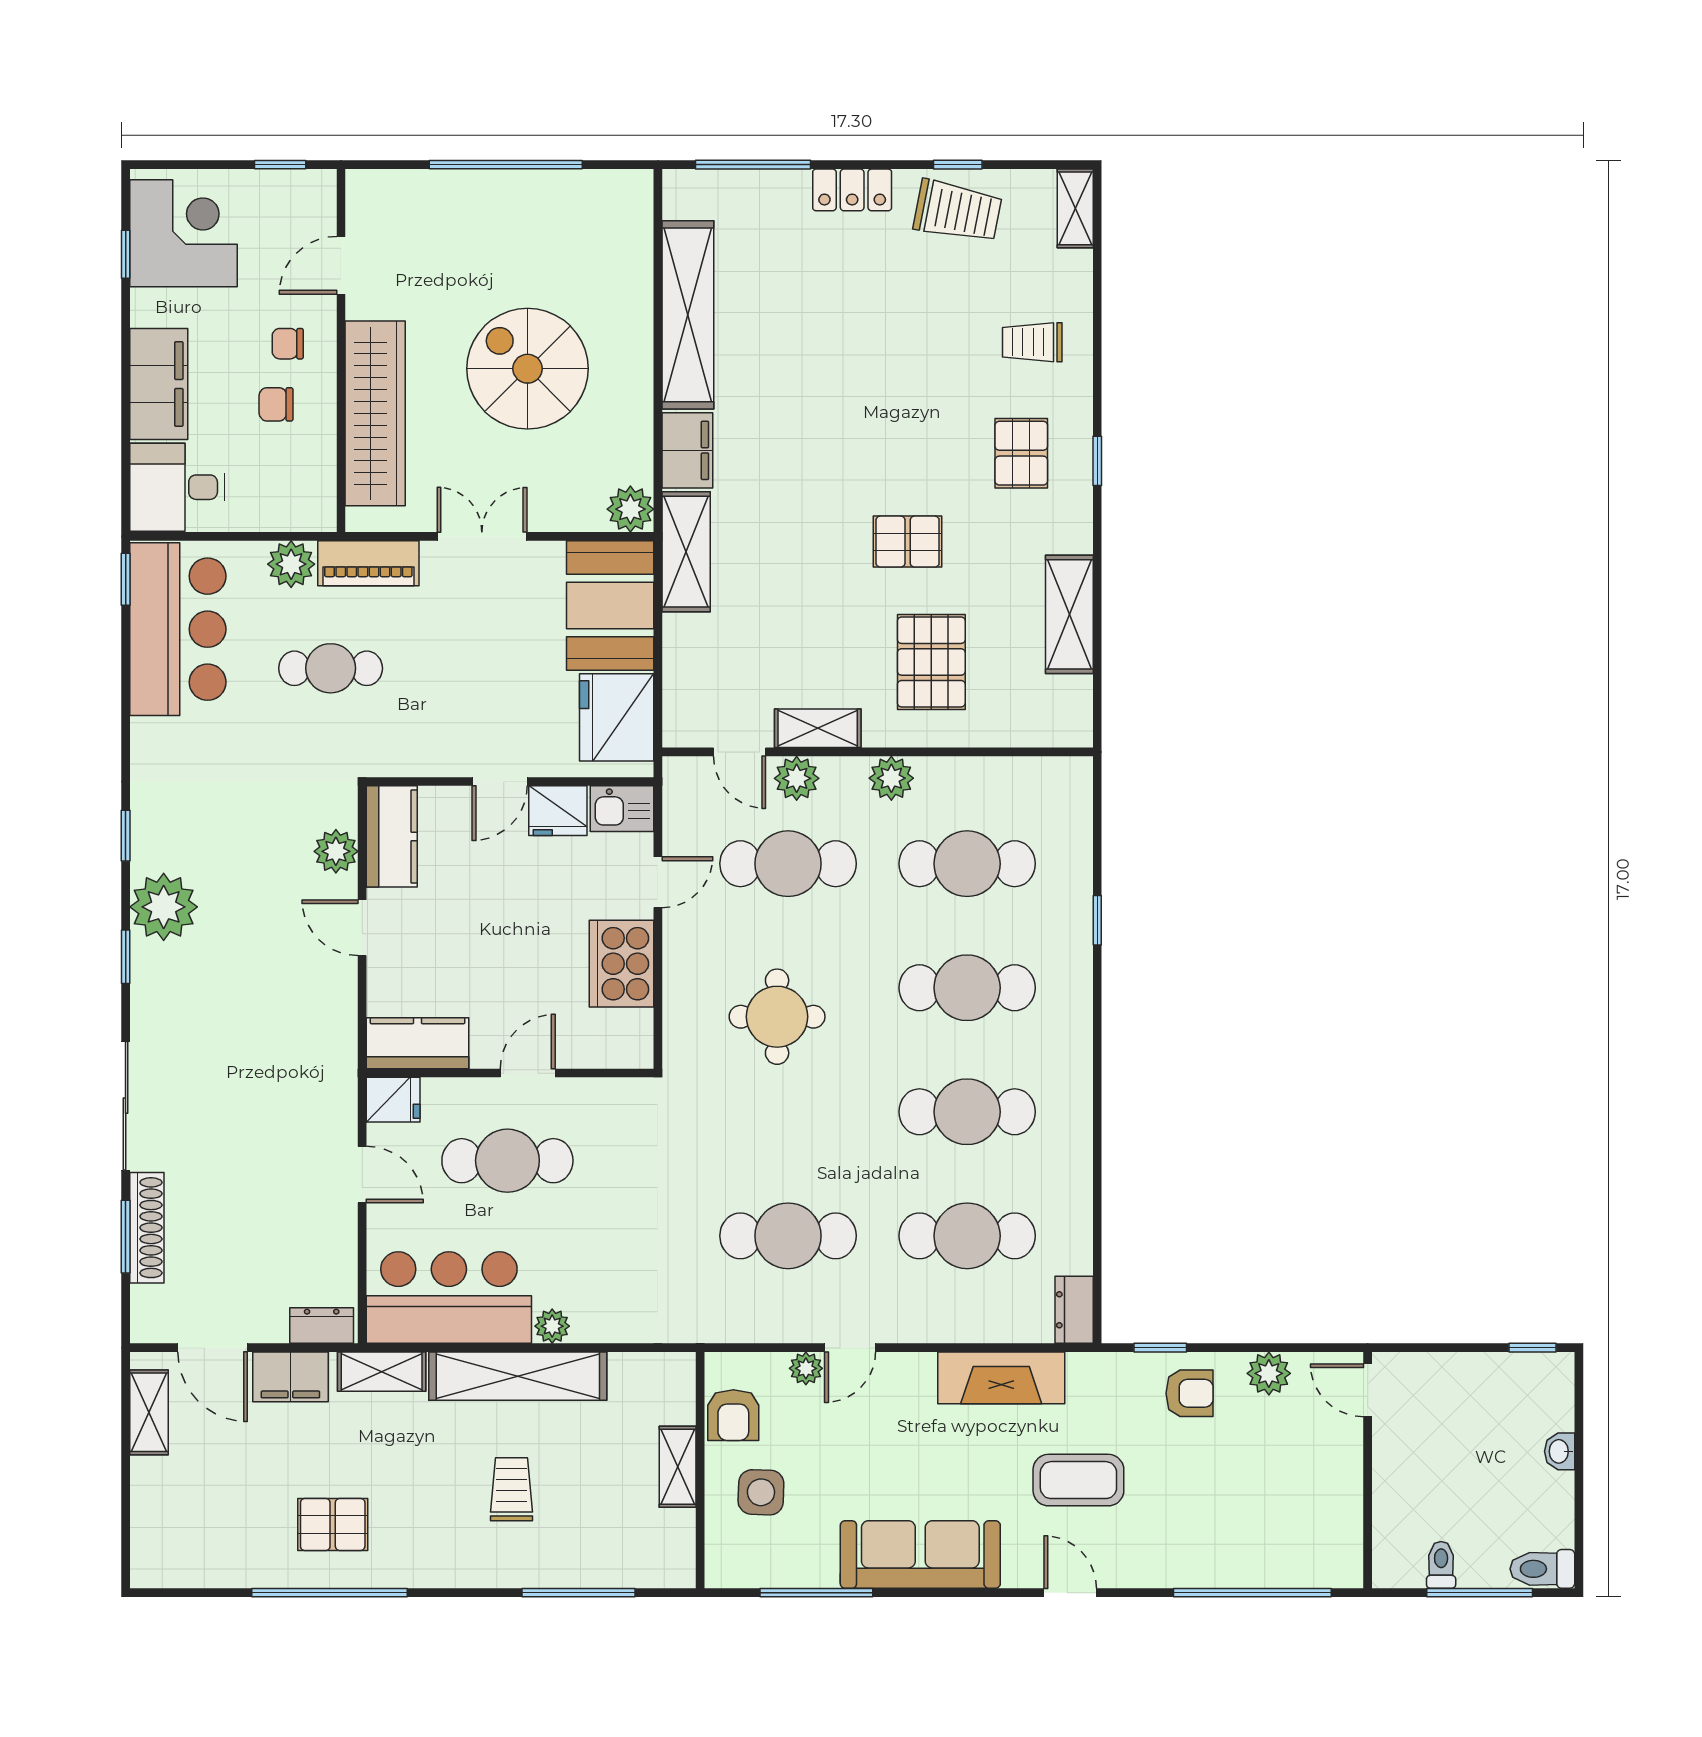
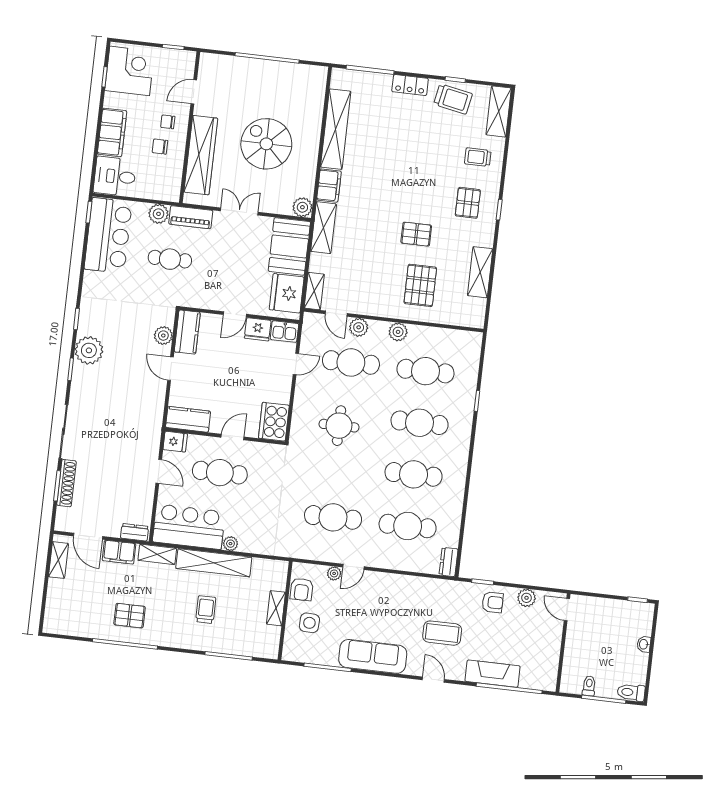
shelving: (1075, 208) -> (499, 111), width x1.50, depth x1.33
shelving: (818, 728) -> (314, 291), moved, turned 90
cooker: (622, 964) -> (274, 422), moved
fireplace: (1001, 1378) -> (493, 674), moved, turned 180

